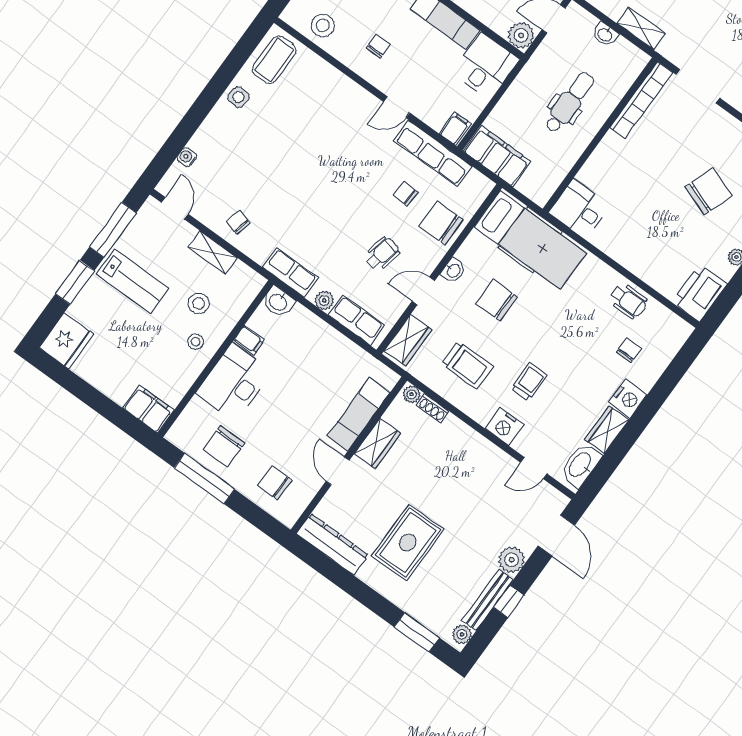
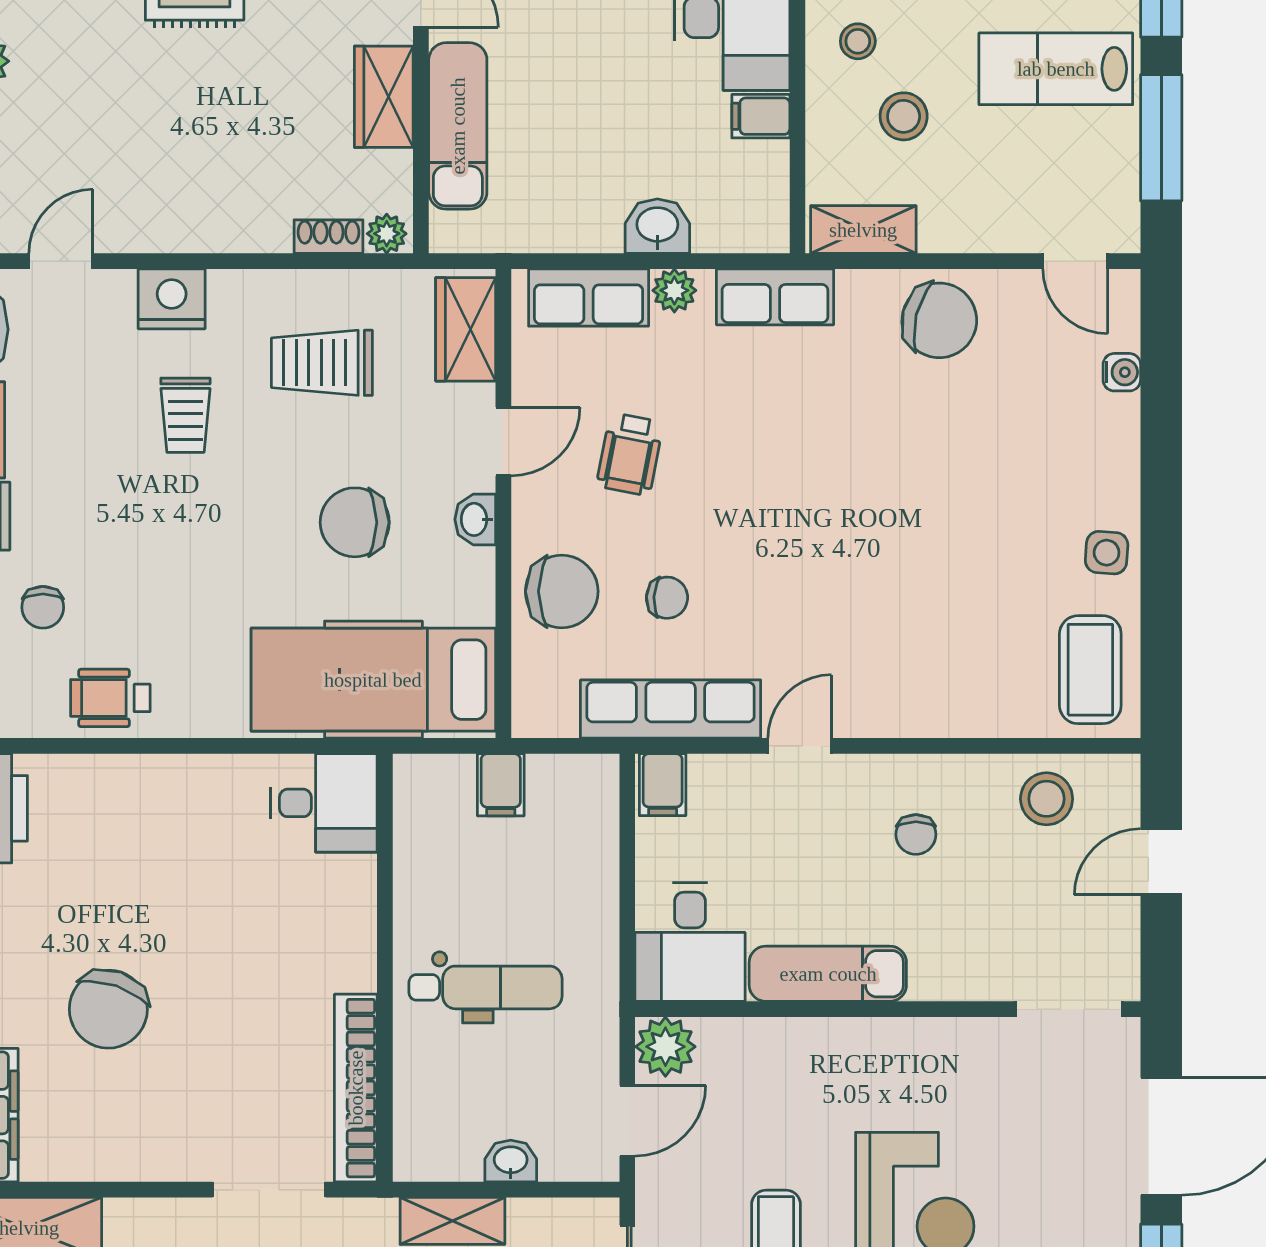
dental chair: (570, 102) -> (486, 987), turned -90
filing cabinet: (497, 156) -> (501, 785), width x0.33, depth x0.86
chair: (238, 222) -> (939, 320), width x1.87, depth x1.87
shelving: (213, 253) -> (863, 230), moved
chair: (497, 300) -> (355, 522), turned 180
washbasin: (278, 302) -> (657, 226), moved

